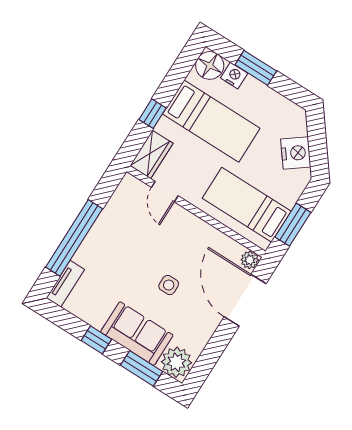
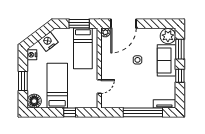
nightstand: (234, 76) -> (32, 55), moved
wardrobe: (151, 154) -> (87, 102), removed

